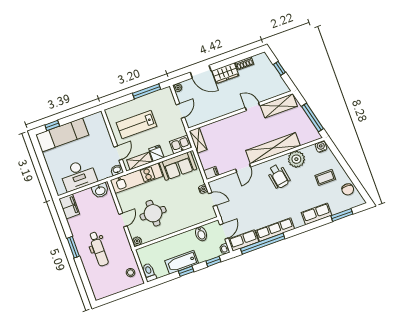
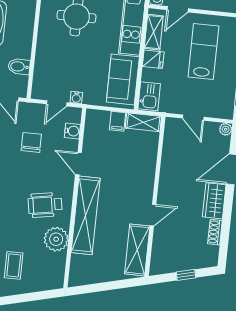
window: (313, 117) -> (101, 287), removed
water cooler: (321, 147) -> (72, 131), moved
door: (118, 153) -> (178, 9), hinge flipped
filing cabinet: (211, 173) -> (118, 121), moved
chair: (244, 203) -> (31, 142), added

